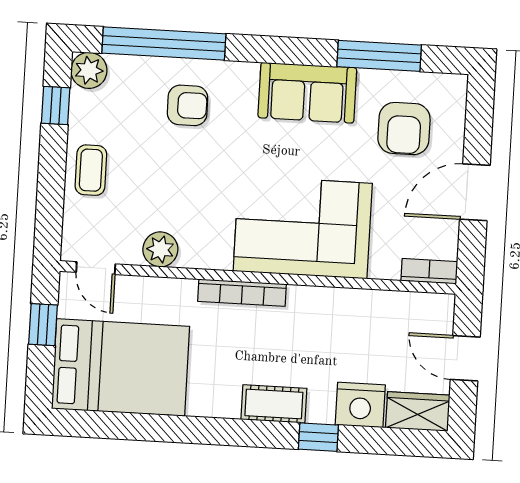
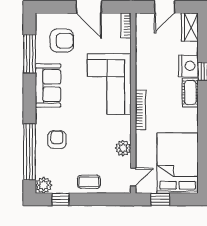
nightstand: (360, 405) -> (188, 66), moved

